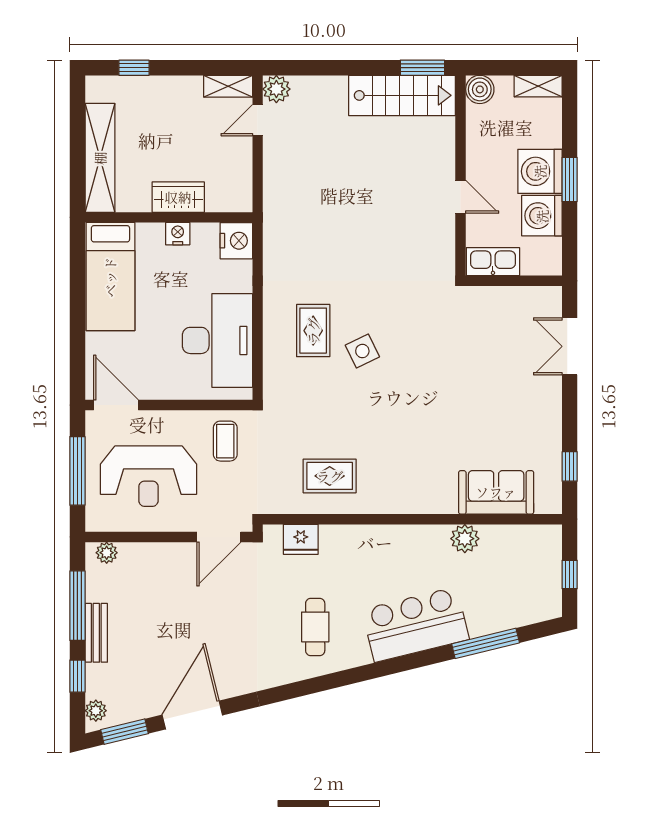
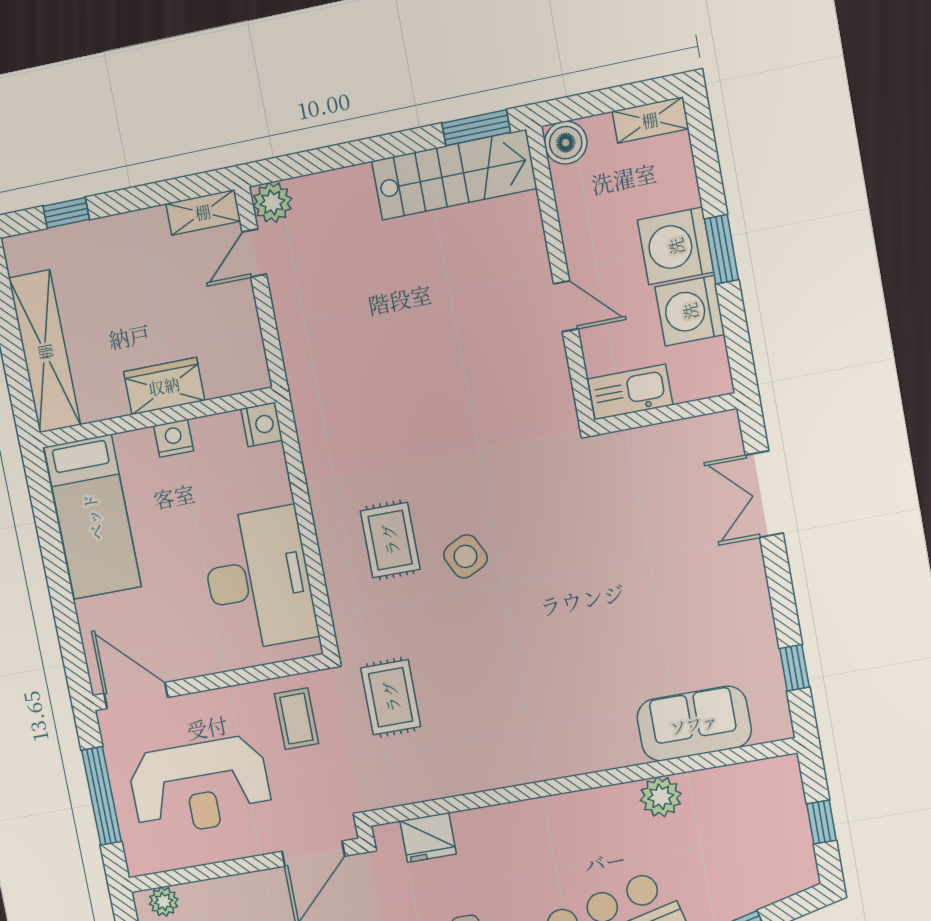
nightstand: (236, 241) -> (262, 425), width x0.74, depth x0.75
rug: (330, 476) -> (391, 697), moved, turned 90

